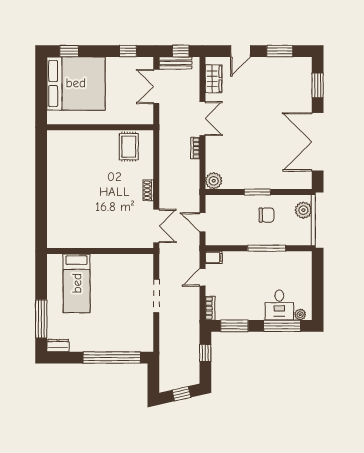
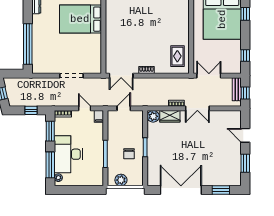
wardrobe: (213, 79) -> (170, 116), moved
double door: (156, 86) -> (209, 76), moved
rug: (129, 147) -> (177, 56), turned 90
plant: (303, 210) -> (121, 180), moved
bed: (77, 283) -> (80, 19), width x1.50
desk: (279, 305) -> (68, 154), width x1.87, depth x1.30

